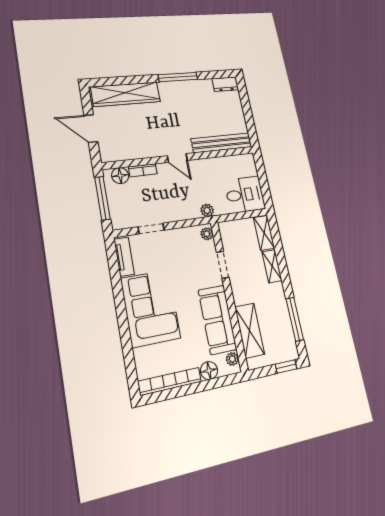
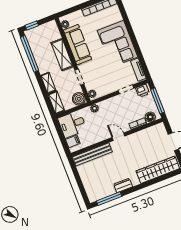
window: (178, 77) -> (109, 199), moved
dresser: (225, 84) -> (123, 185), moved
filing cabinet: (248, 169) -> (73, 141), added
printer: (124, 220) -> (142, 91), added
boiler: (229, 231) -> (79, 99), added
window: (295, 319) -> (30, 54), width x1.46
shelving: (250, 330) -> (62, 55), moved
floor lamp: (209, 371) -> (78, 16), removed

